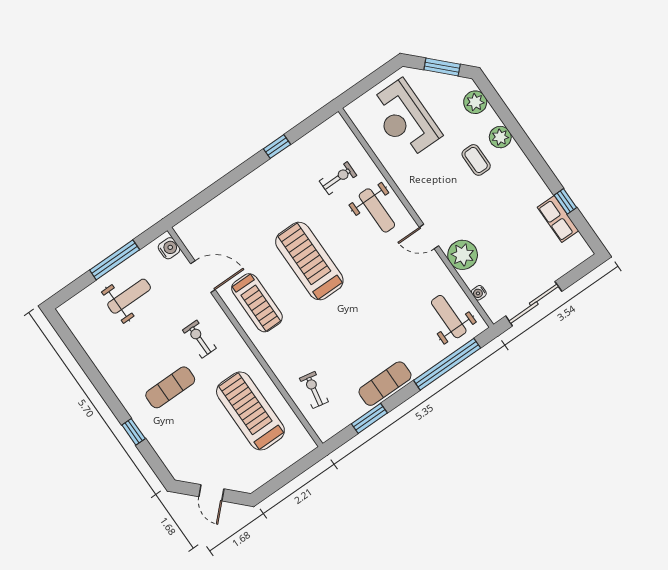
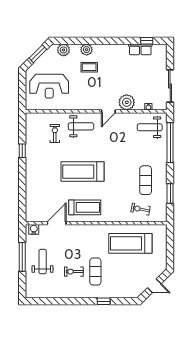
window: (565, 201) -> (147, 41), moved
exercise bike: (199, 339) -> (74, 272), moved
exercise mat: (385, 384) -> (146, 180), moved

